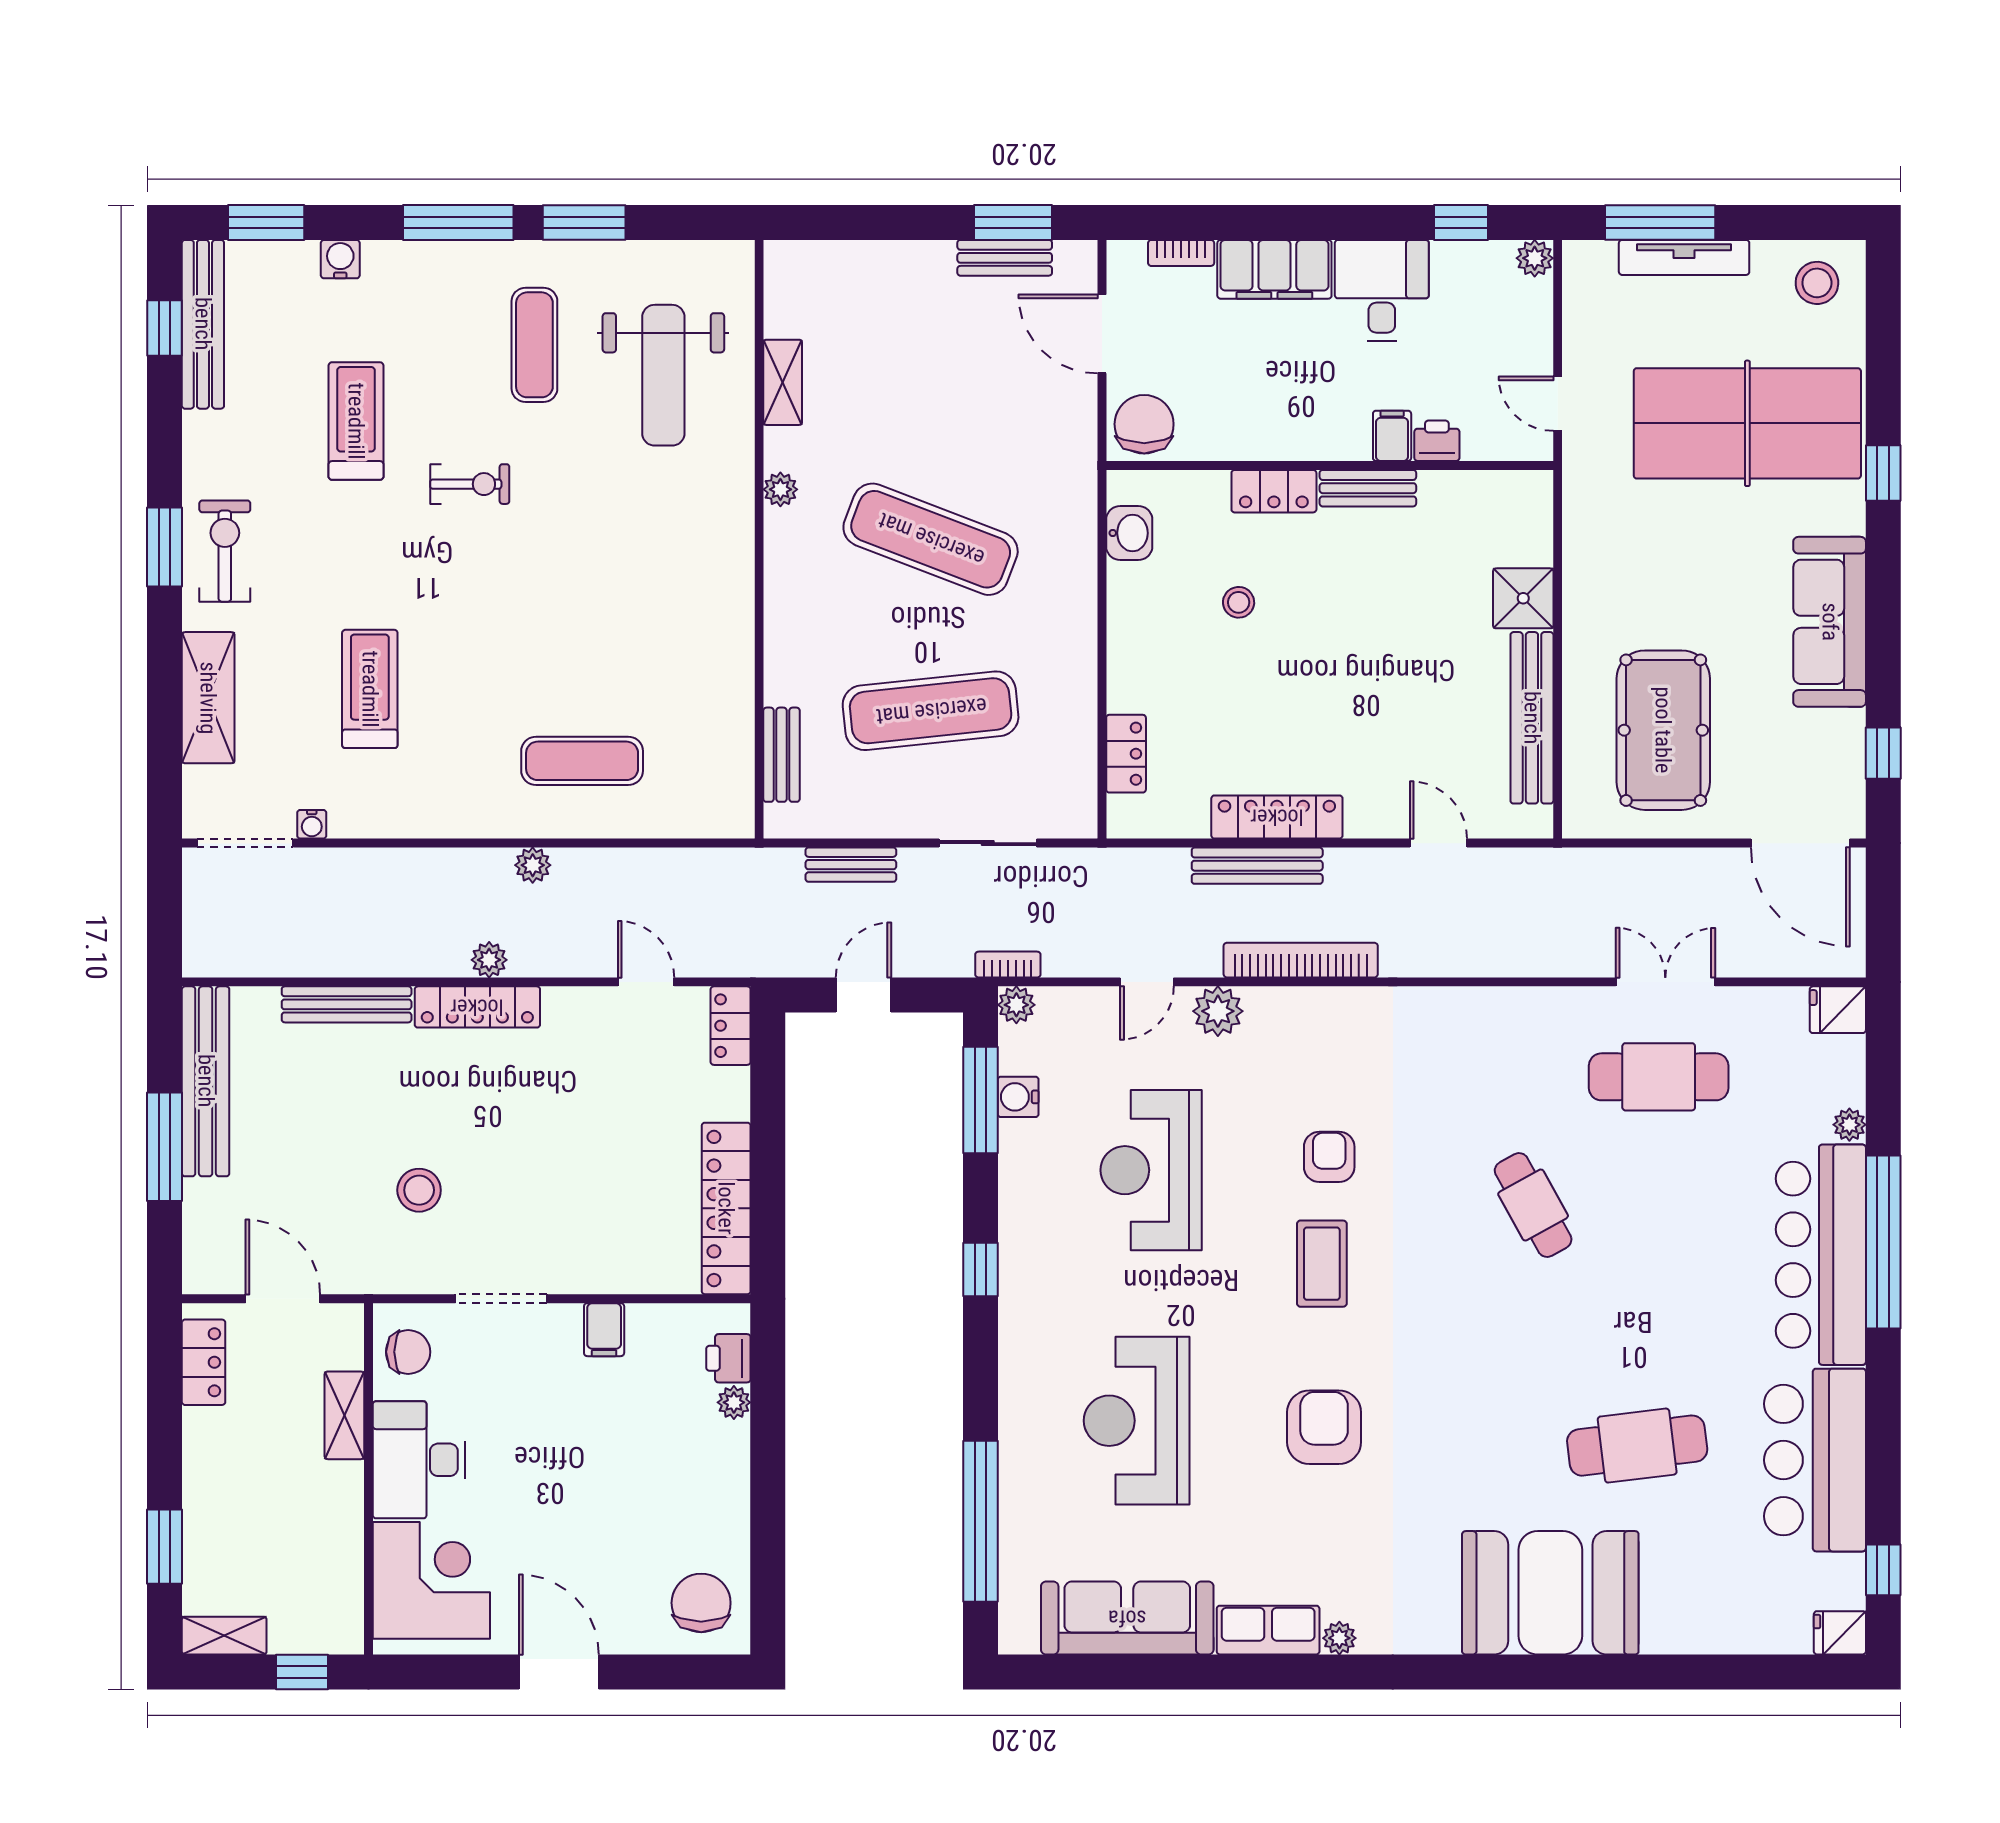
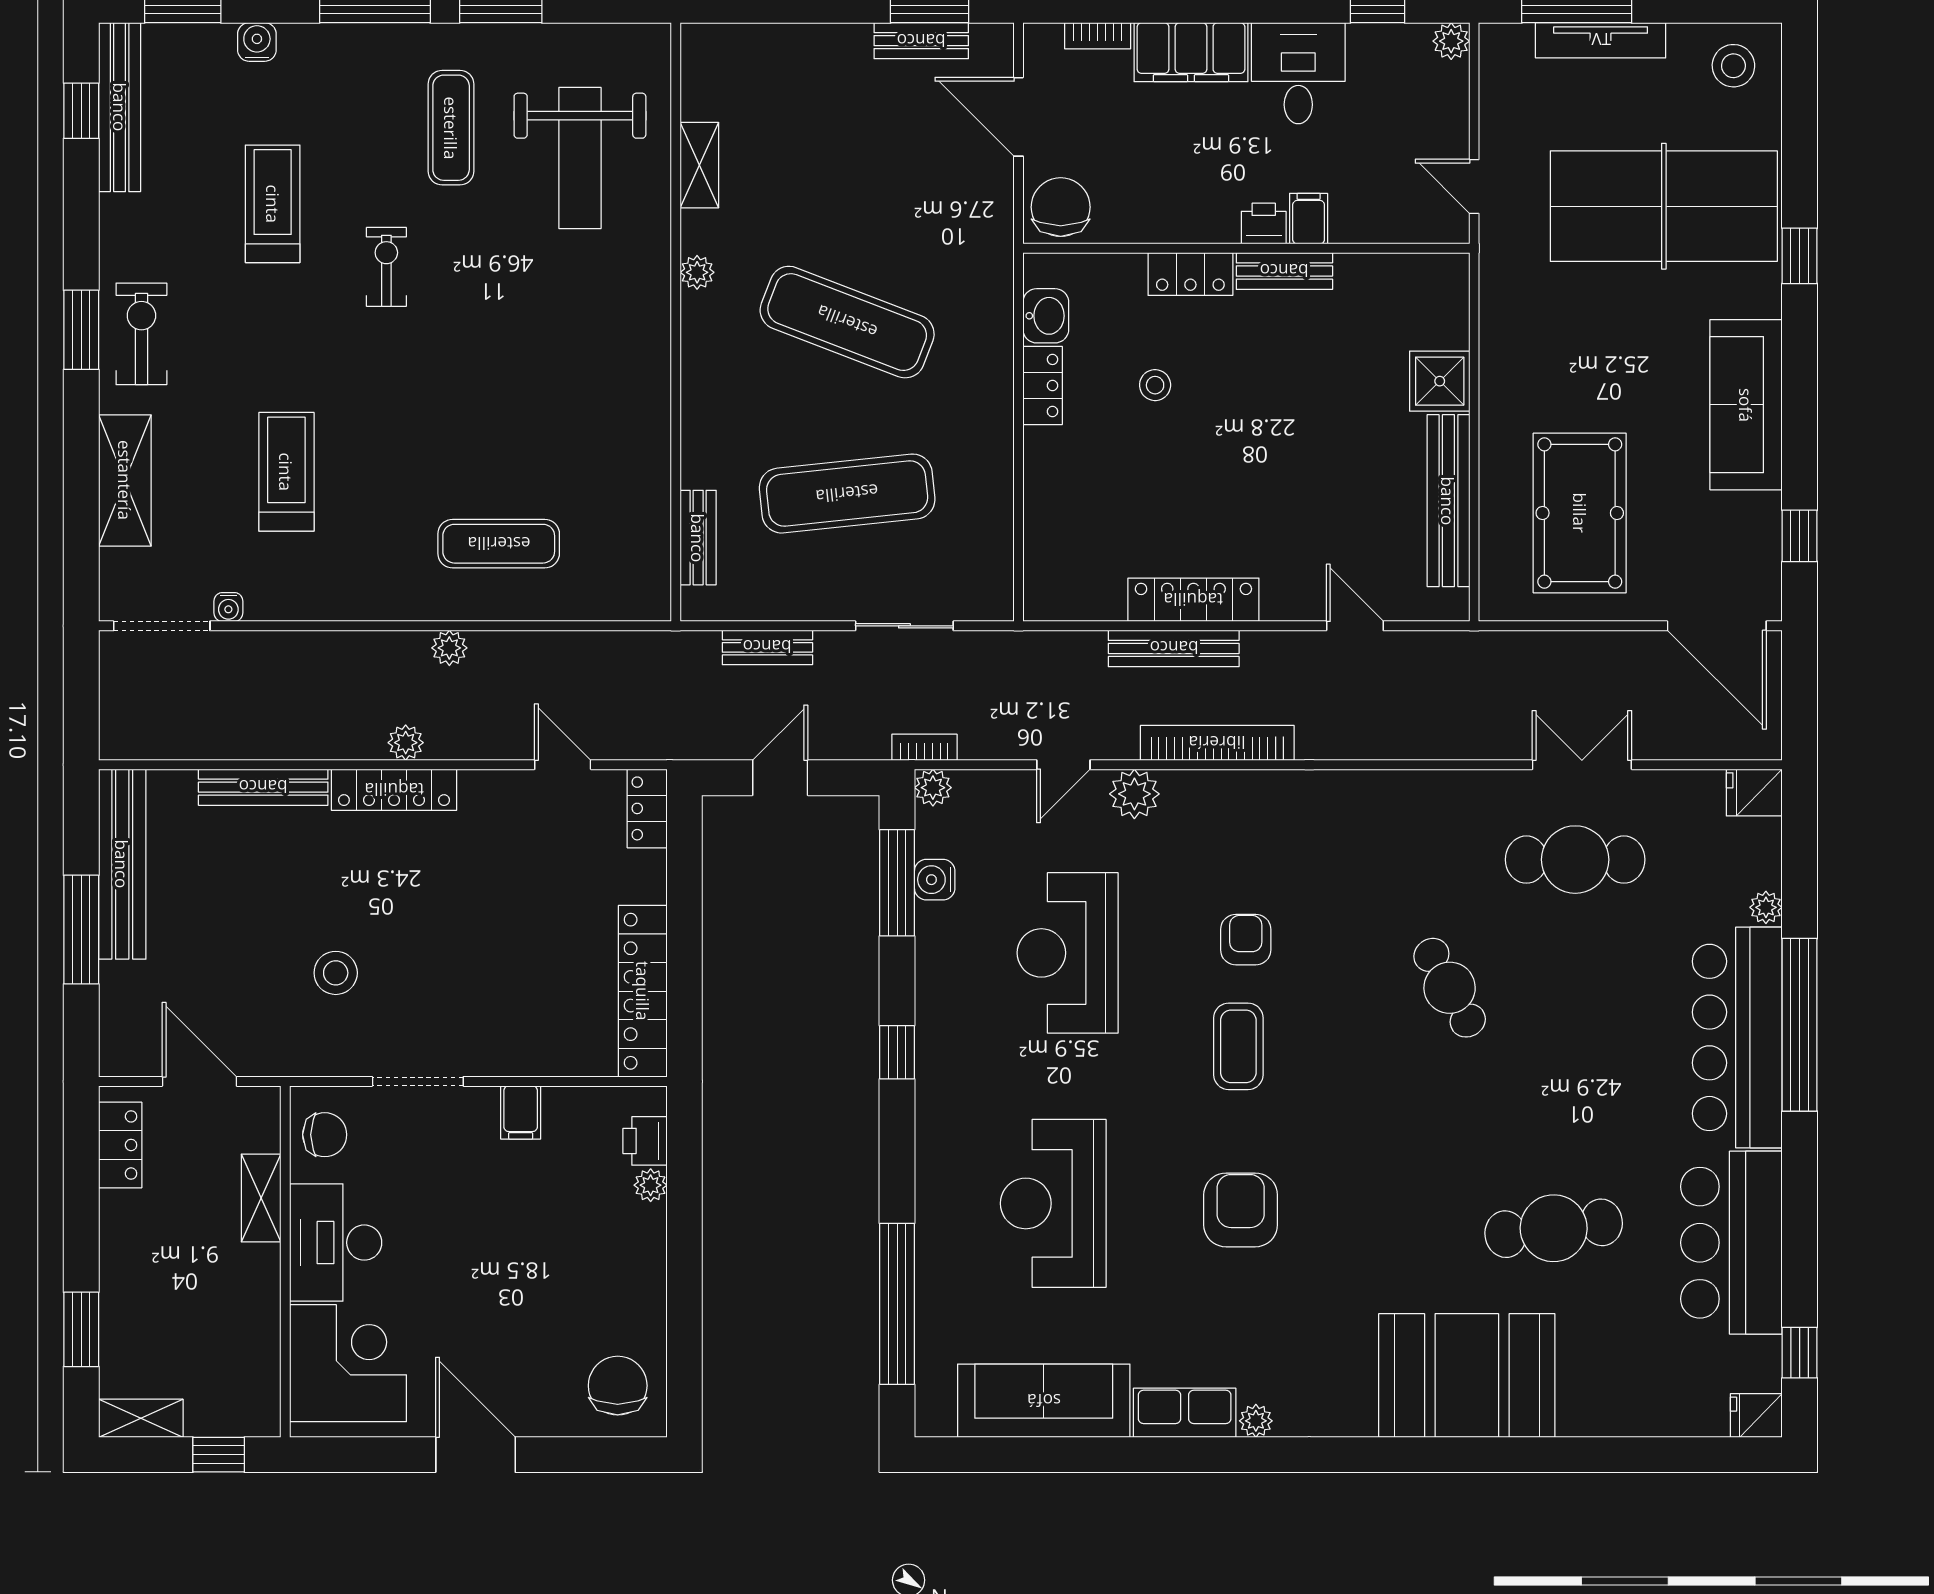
printer: (1437, 441) -> (1264, 224), moved
exercise bike: (470, 484) -> (386, 267), turned -90
locker: (1126, 754) -> (1043, 385), moved

